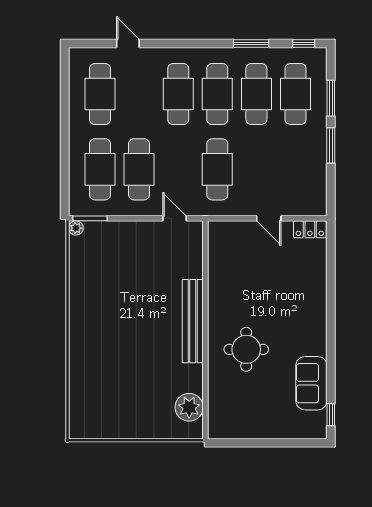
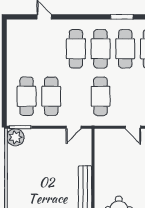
cafe table: (100, 94) -> (27, 49), removed
door: (175, 218) -> (74, 127), swing flipped
plant: (76, 228) -> (15, 137), width x1.88, depth x1.88

